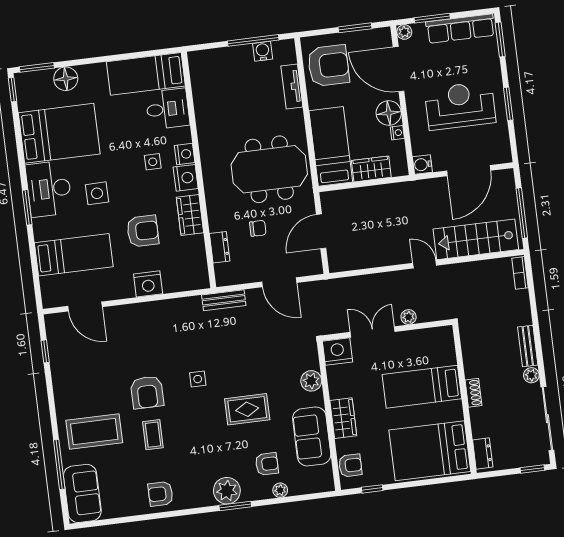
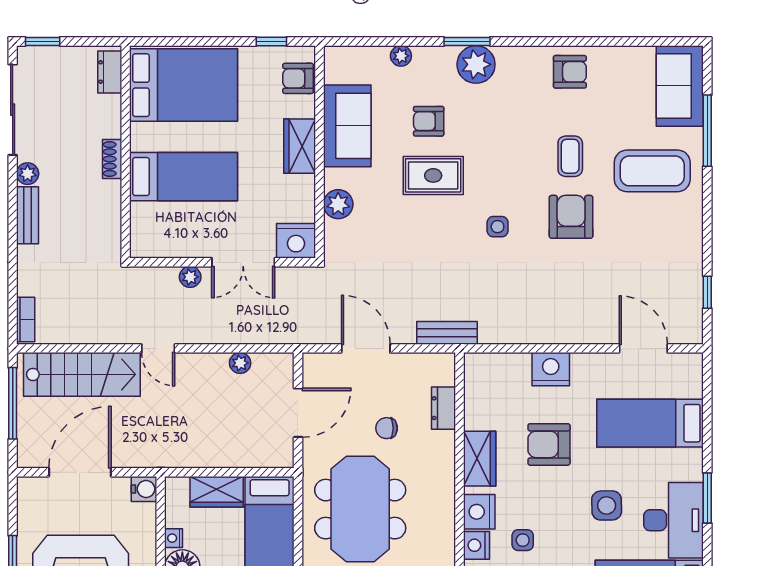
meeting table: (269, 169) -> (360, 509), turned 90
plant: (366, 261) -> (240, 363), added
armchair: (267, 464) -> (429, 121), moved

